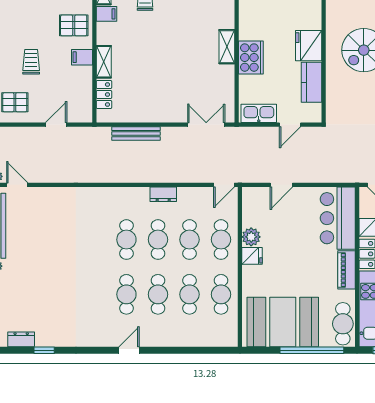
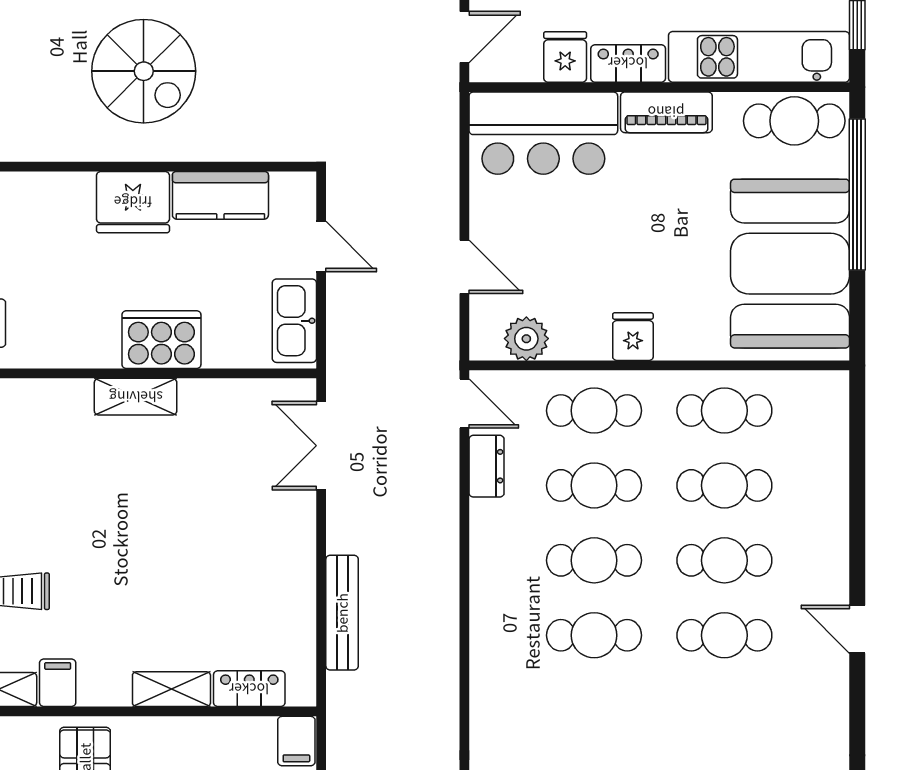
filing cabinet: (82, 57) -> (296, 741), moved
dresser: (163, 194) -> (487, 466), moved
plant: (251, 237) -> (526, 339), moved

